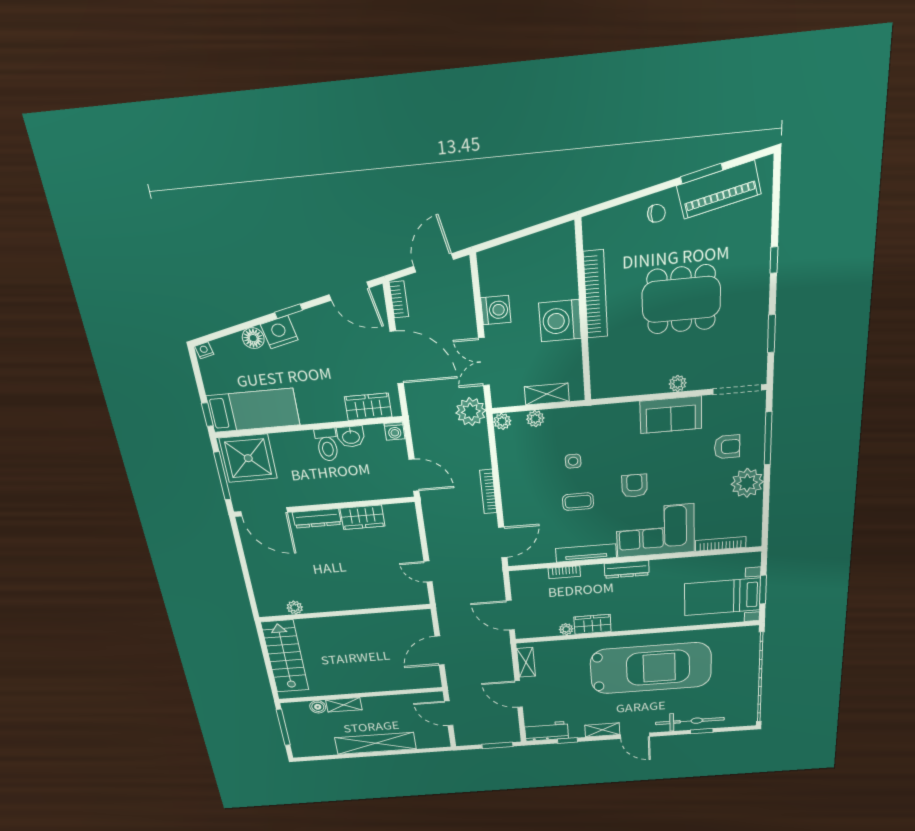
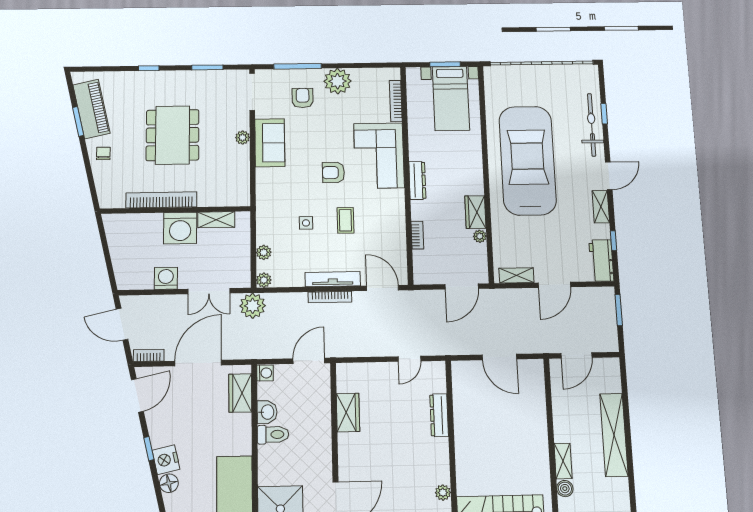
shelving: (547, 394) -> (216, 220), moved, turned 90
dresser: (317, 518) -> (439, 415), moved, turned 180
tv unit: (586, 553) -> (333, 279), moved, turned 90

